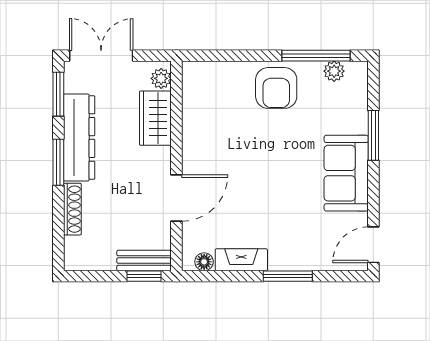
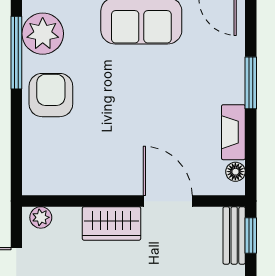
plant: (334, 71) -> (43, 34), width x1.87, depth x1.87
armchair: (276, 88) -> (51, 95), turned -90
wardrobe: (155, 118) -> (111, 223), moved

